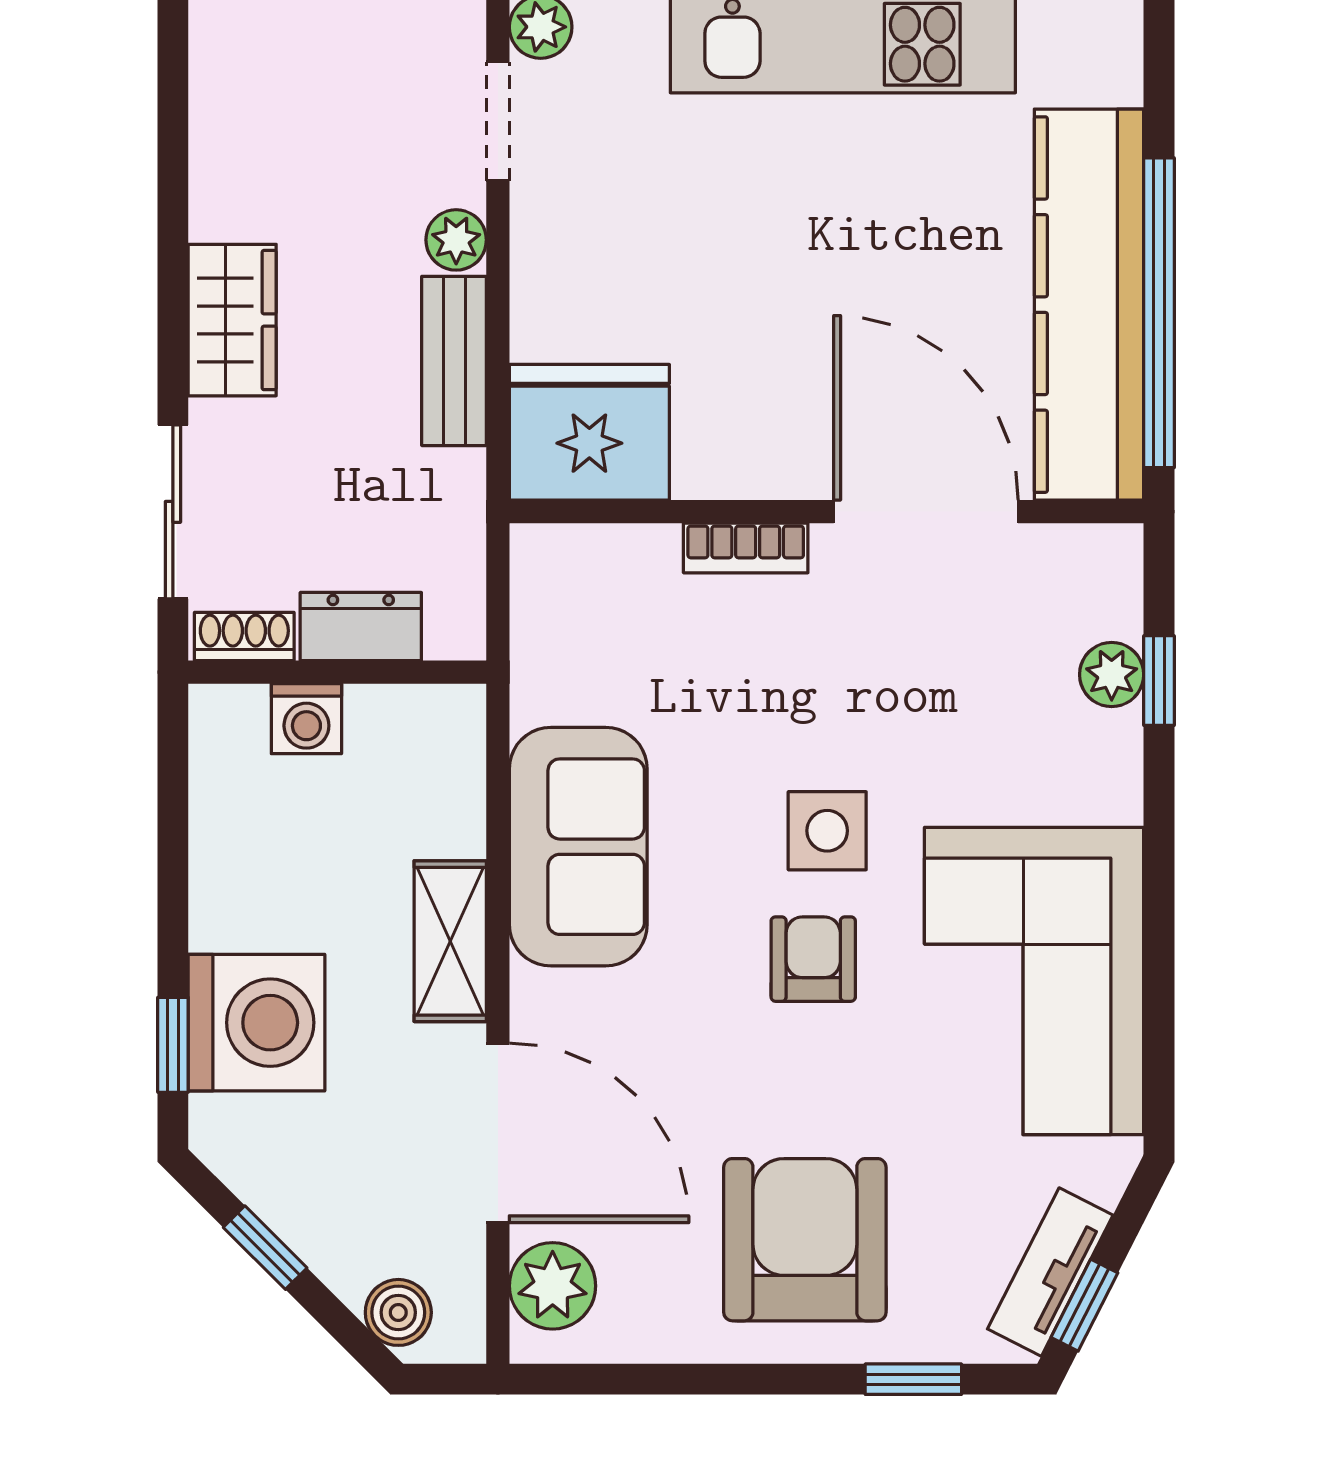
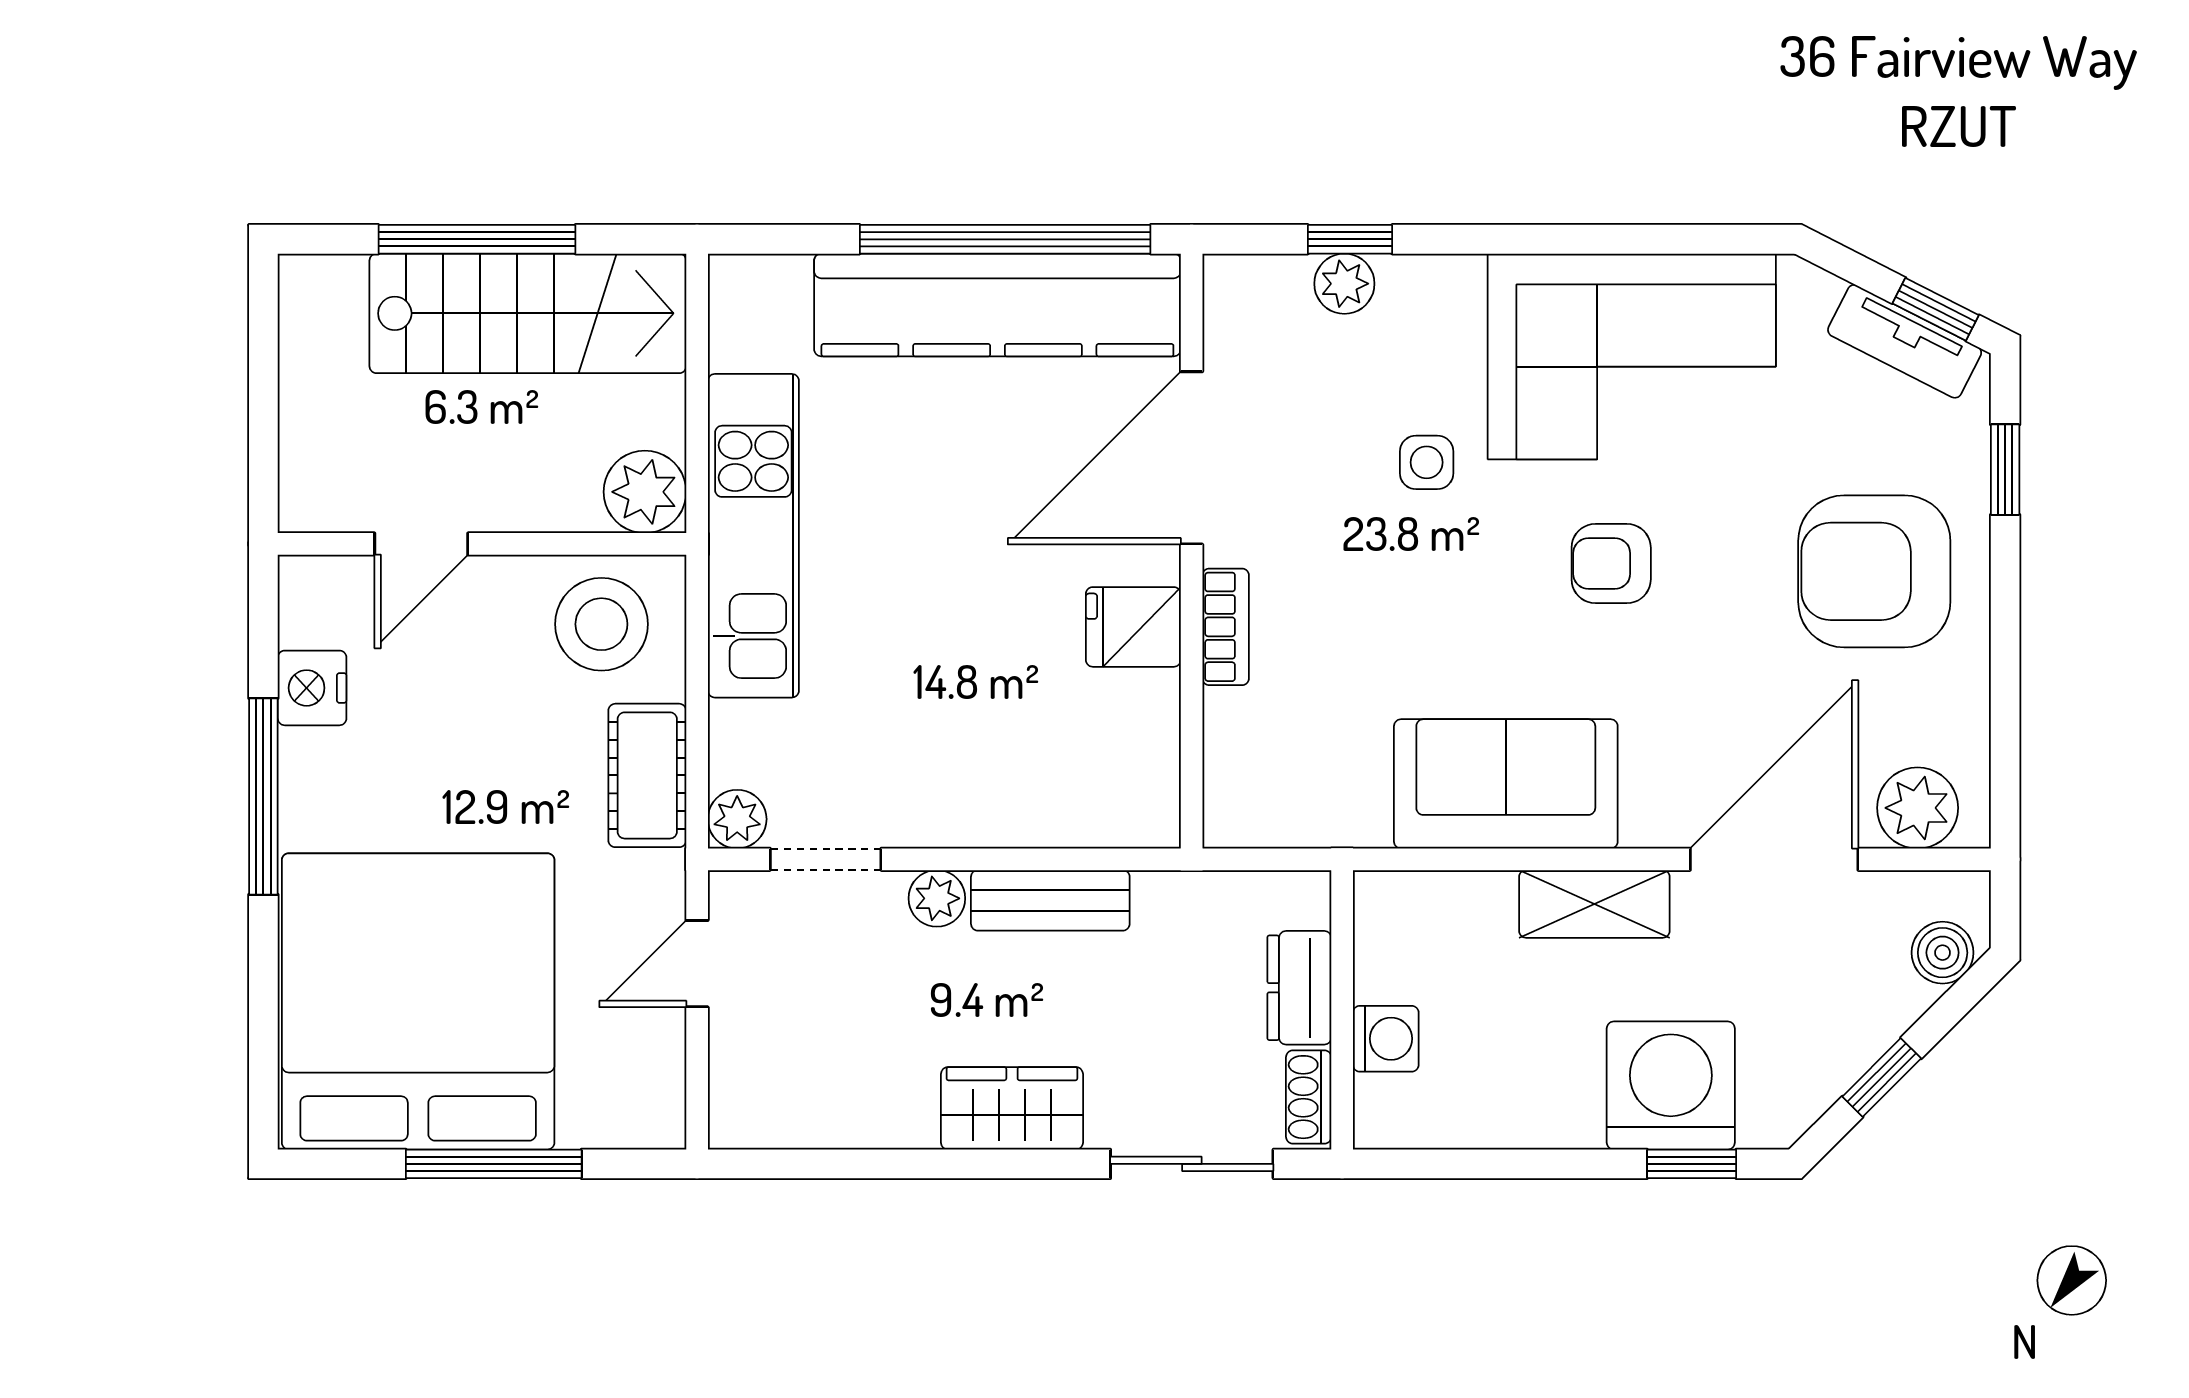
fridge: (589, 432) -> (1133, 627), moved, width x0.53, depth x0.75
side table: (827, 831) -> (1427, 462), moved, width x0.73, depth x0.73

